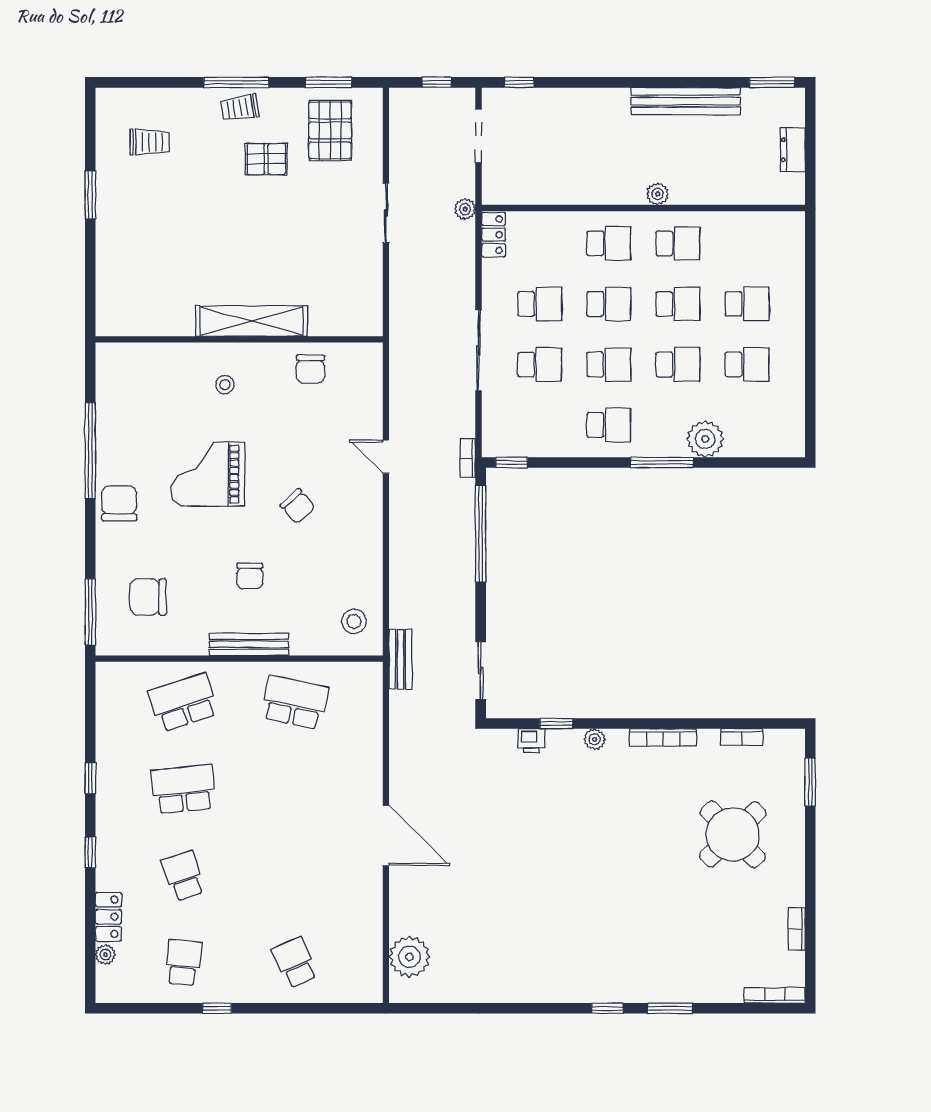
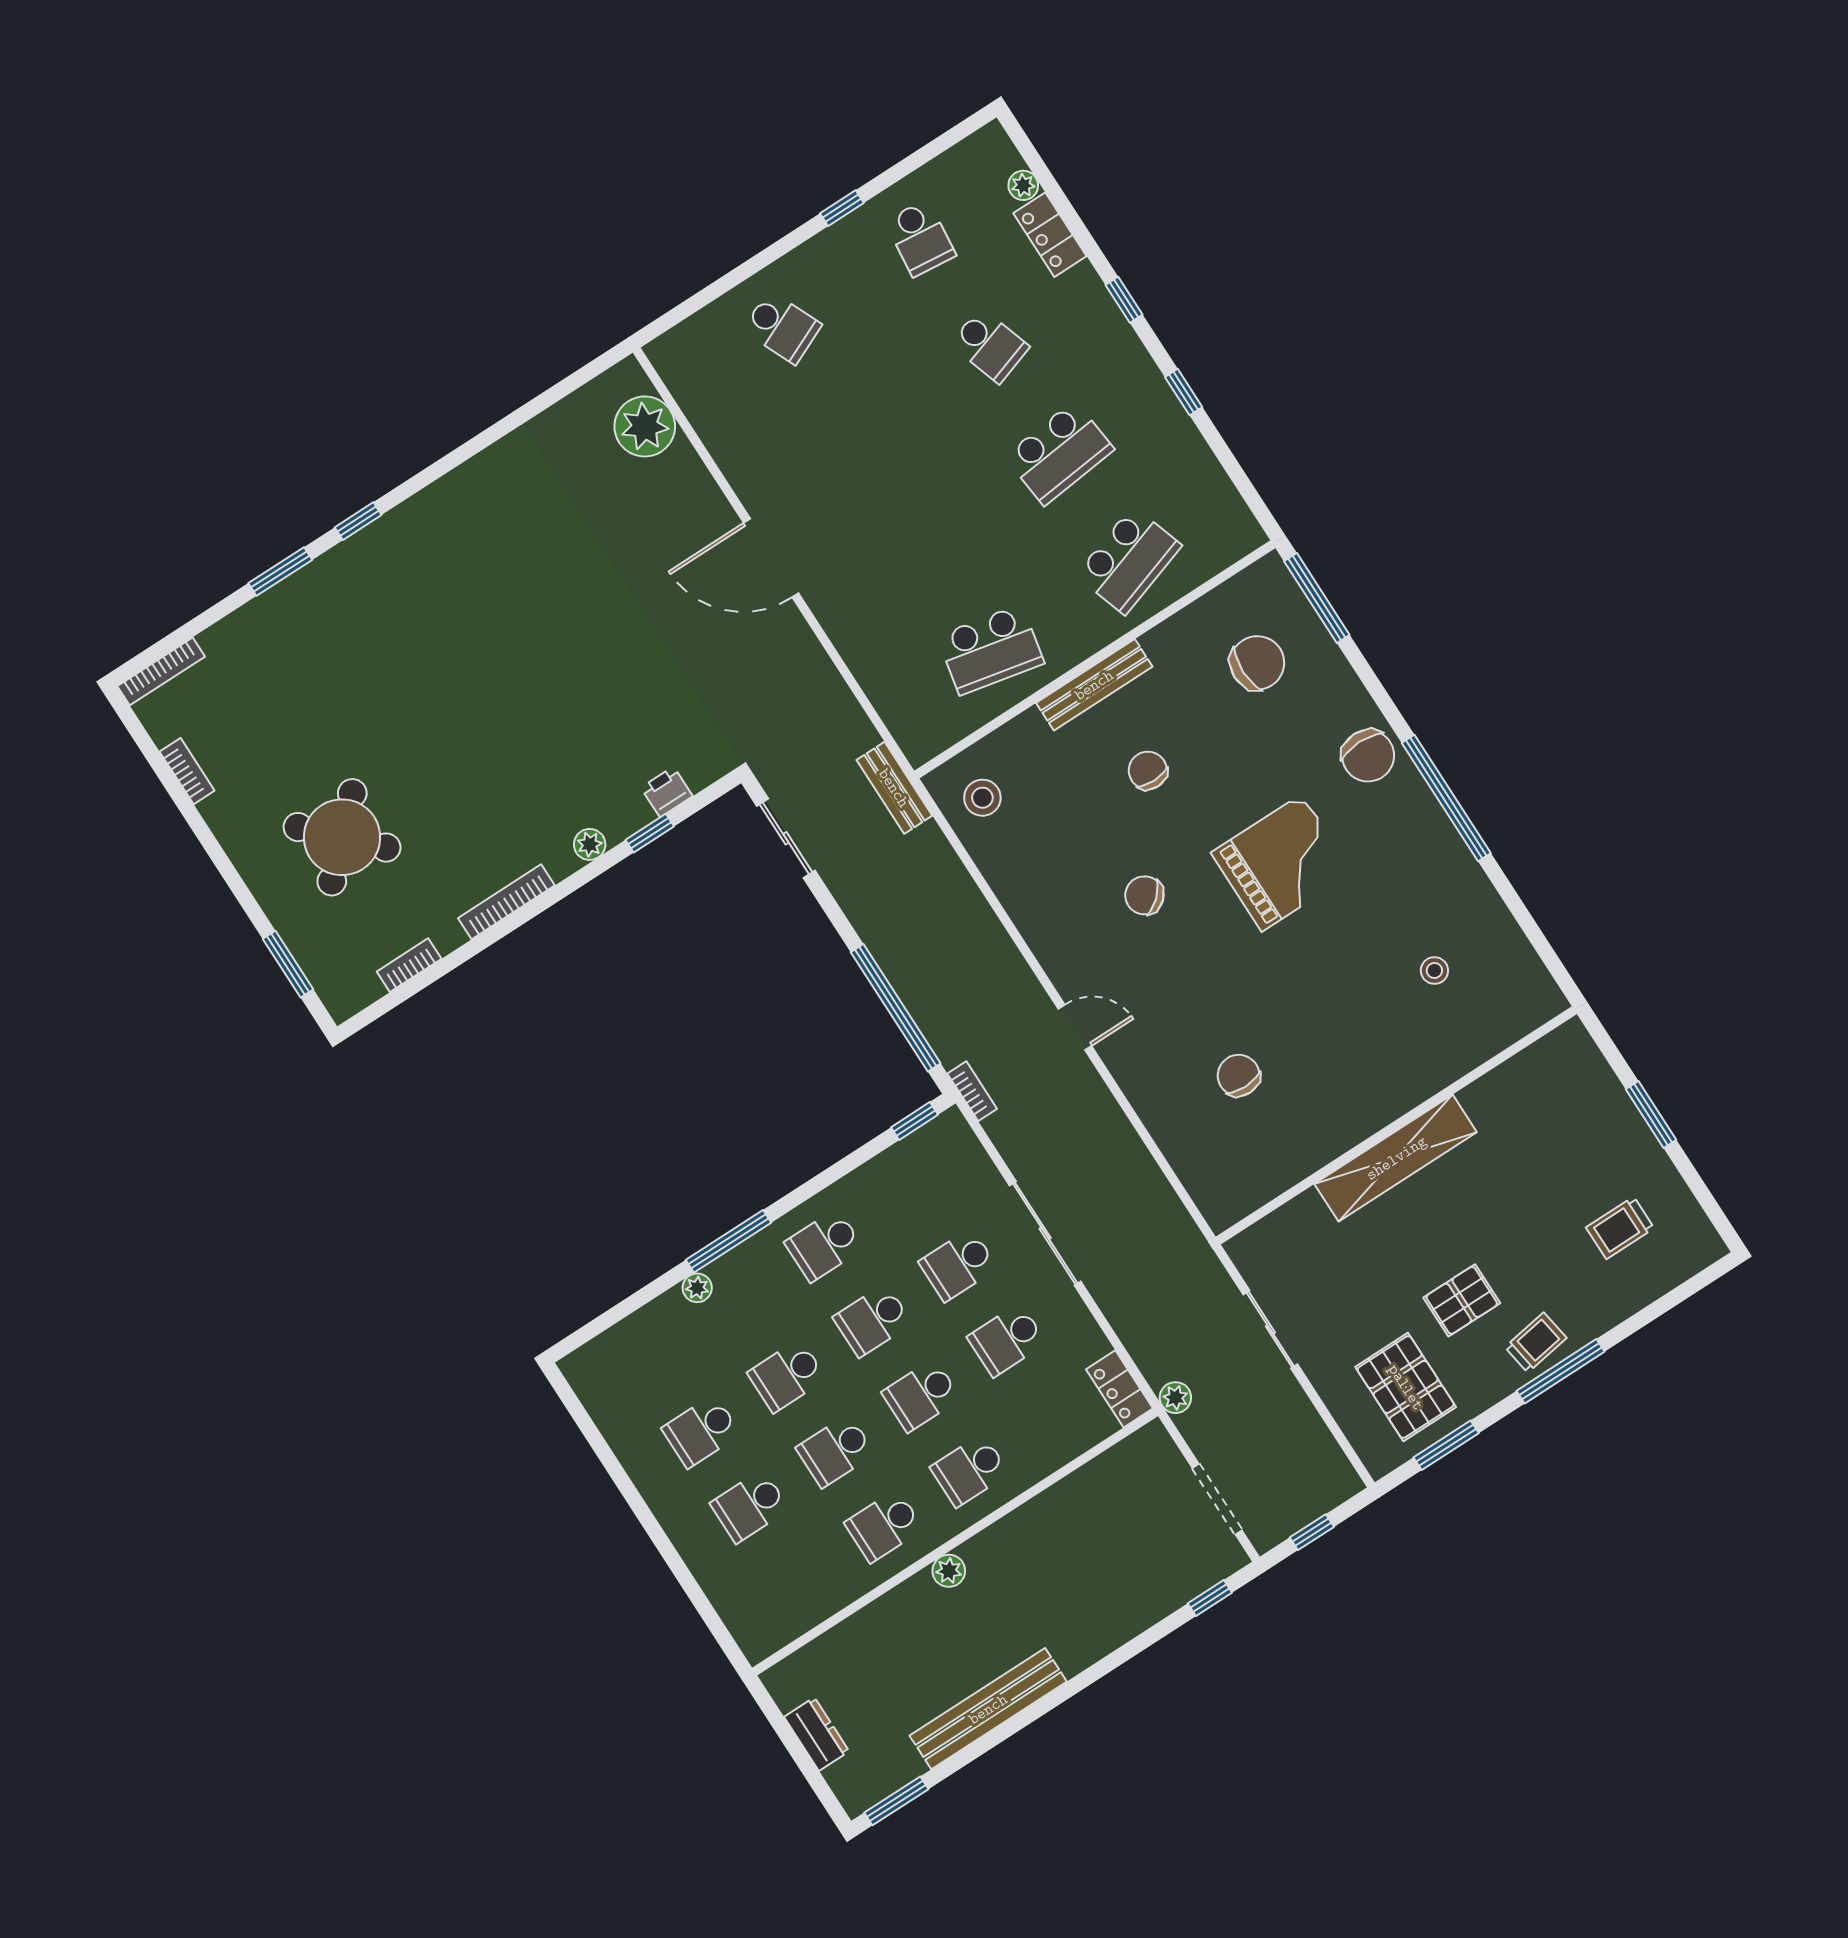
shelving: (252, 321) -> (1396, 1158), moved
wall: (239, 339) -> (1396, 1125), moved
stool: (225, 385) -> (1434, 970), moved
plant: (705, 439) -> (697, 1288), width x0.53, depth x0.53

